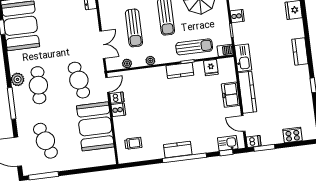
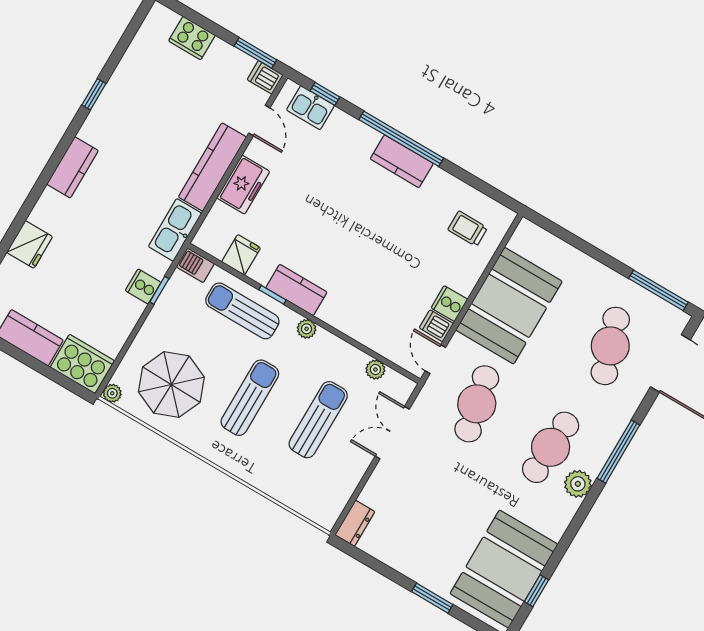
cooker: (237, 16) -> (143, 286), moved
plant: (150, 61) -> (307, 329), moved
door: (107, 85) -> (435, 359), hinge flipped

